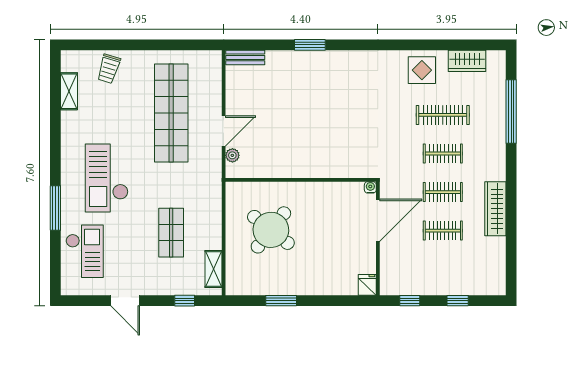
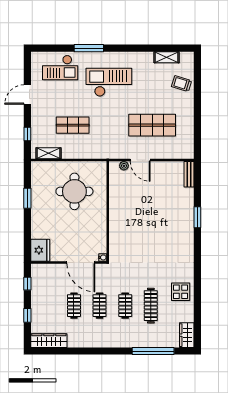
wardrobe: (467, 61) -> (187, 335), moved
shop shelf: (171, 113) -> (152, 125), width x0.71
wardrobe: (495, 209) -> (49, 341), moved
round table: (271, 230) -> (74, 191), turned -38
fridge: (367, 285) -> (40, 250), width x1.88, depth x1.34

